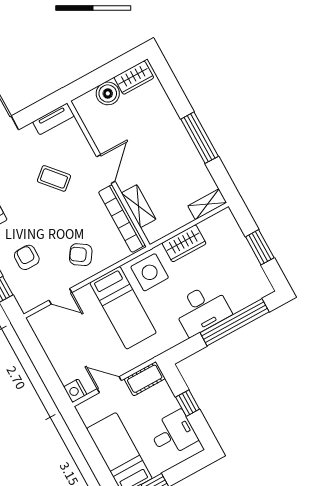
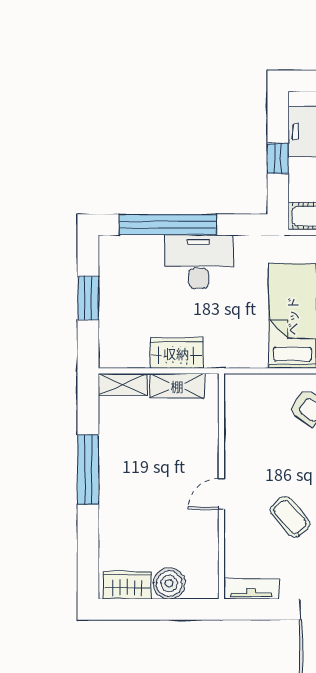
door: (106, 169) -> (221, 494), width x0.73
shelving: (139, 206) -> (177, 386), moved, turned 90
bookcase: (122, 219) -> (235, 424), removed
side table: (150, 272) -> (237, 341), removed

